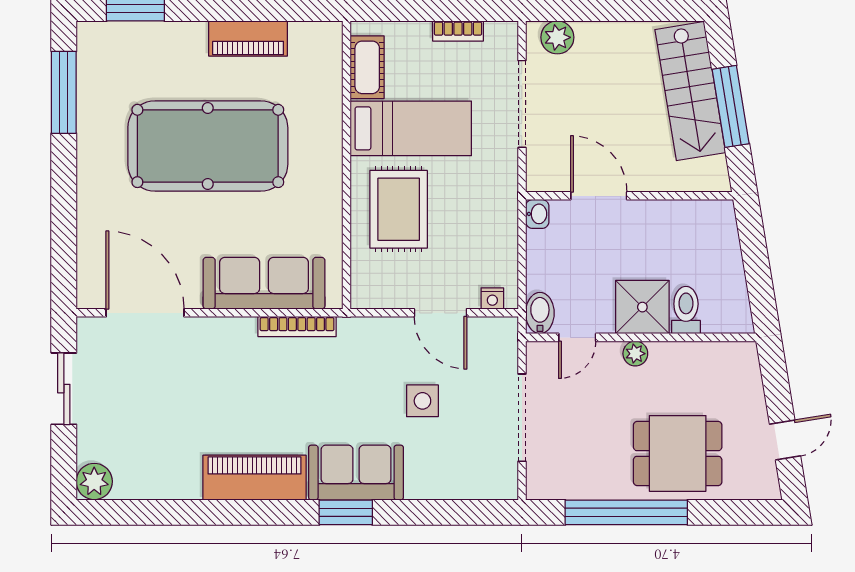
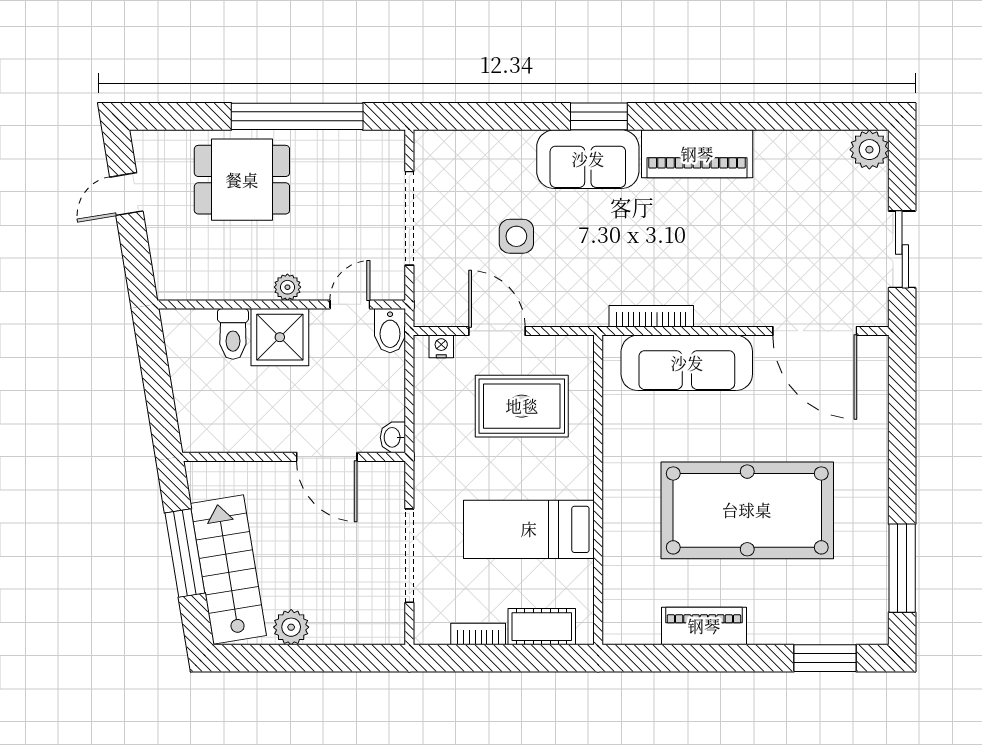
plant: (557, 37) -> (291, 627), moved
cot: (367, 67) -> (542, 627), moved, turned 90
rug: (399, 209) -> (522, 406), moved, turned 90

